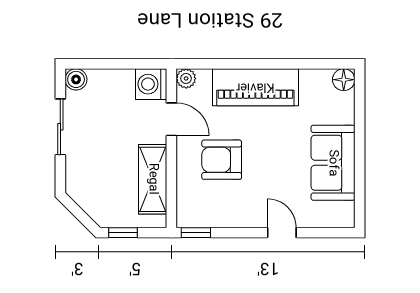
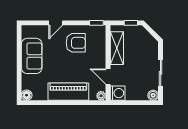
armchair: (222, 160) -> (76, 43), moved
door: (282, 233) -> (56, 23), hinge flipped

